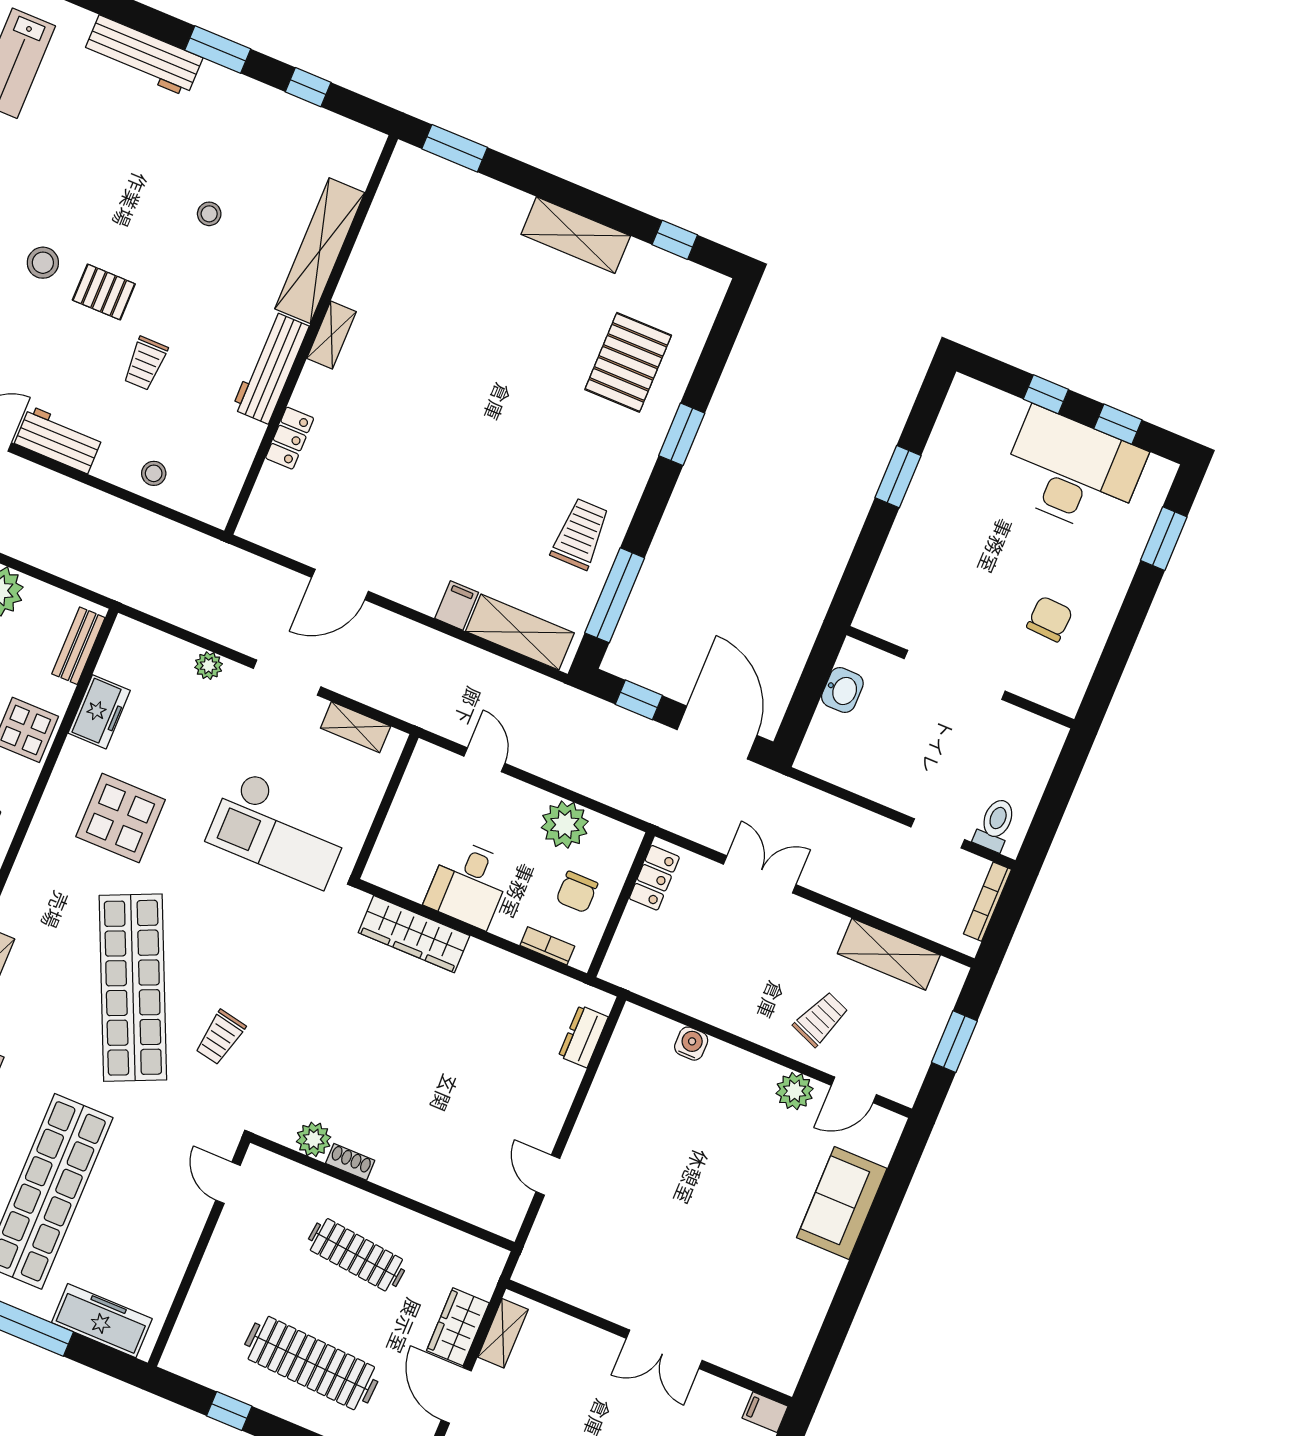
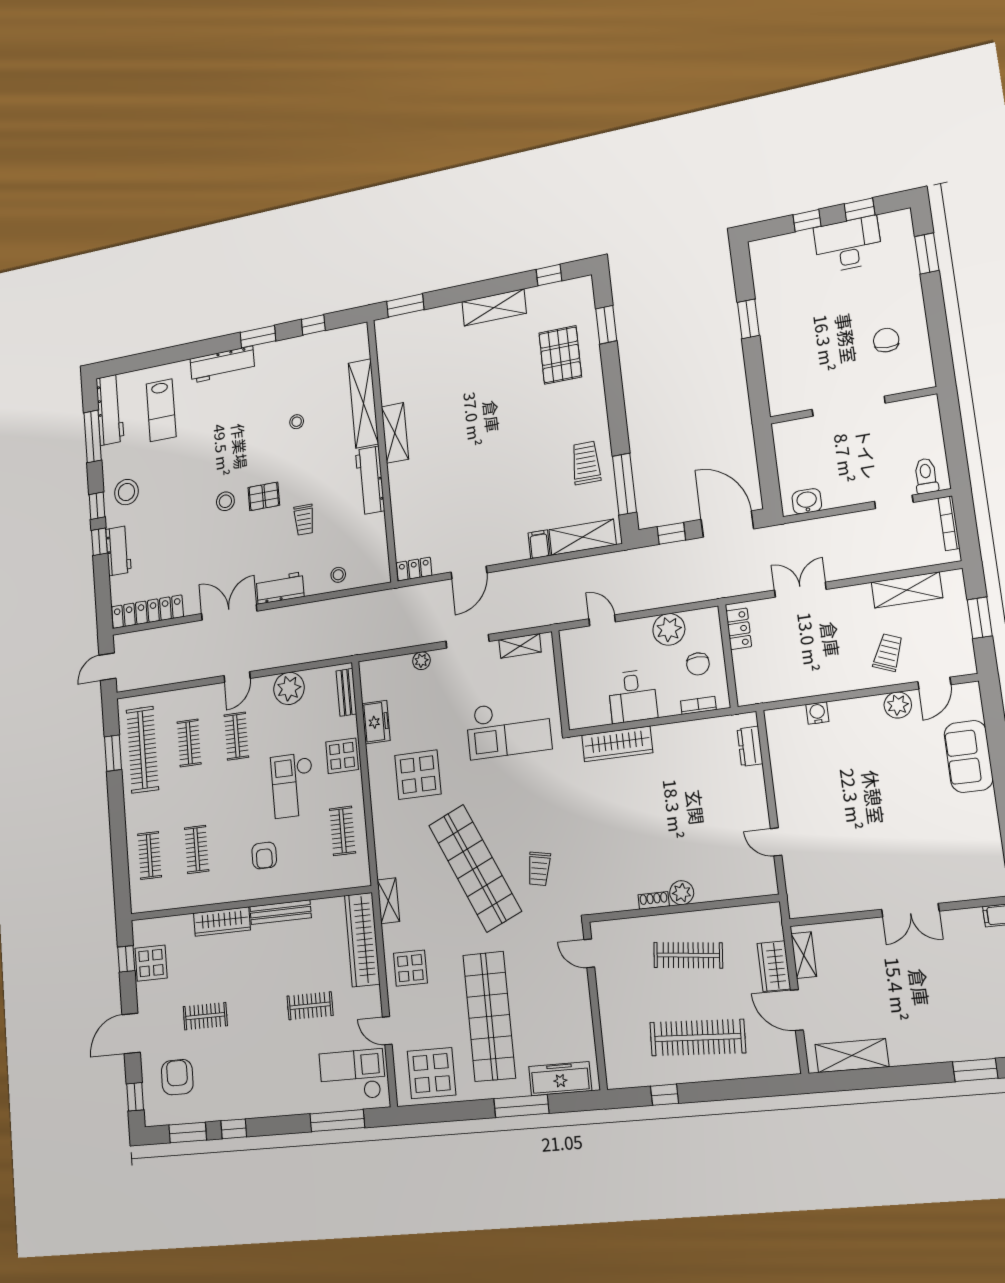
shelving: (332, 335) -> (395, 433), width x1.50, depth x1.33
window: (682, 434) -> (606, 325), moved
locker: (290, 438) -> (414, 569), moved, turned -90
desk: (1073, 472) -> (848, 245), width x0.73, depth x0.77
washbasin: (842, 690) -> (807, 501), moved, turned -90
plant: (314, 1139) -> (682, 893), moved

